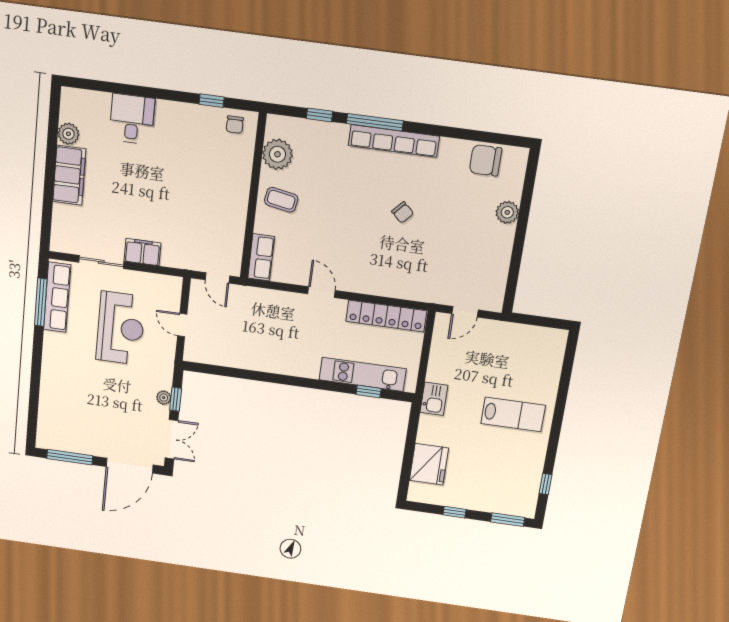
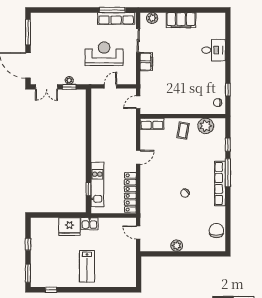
plant: (68, 134) -> (152, 18), moved
plant: (507, 212) -> (177, 246), moved
reception desk: (121, 328) -> (104, 54), turned 180
fridge: (429, 464) -> (69, 227), moved

